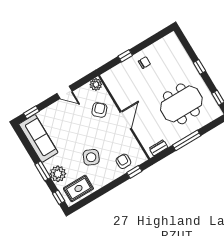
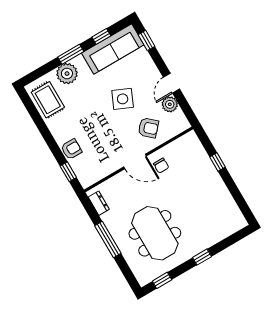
chair: (144, 63) -> (161, 166), moved
plant: (96, 84) -> (170, 104), moved
side table: (91, 157) -> (123, 99), moved
armchair: (123, 161) -> (71, 149), moved
window: (59, 197) -> (101, 36), moved

